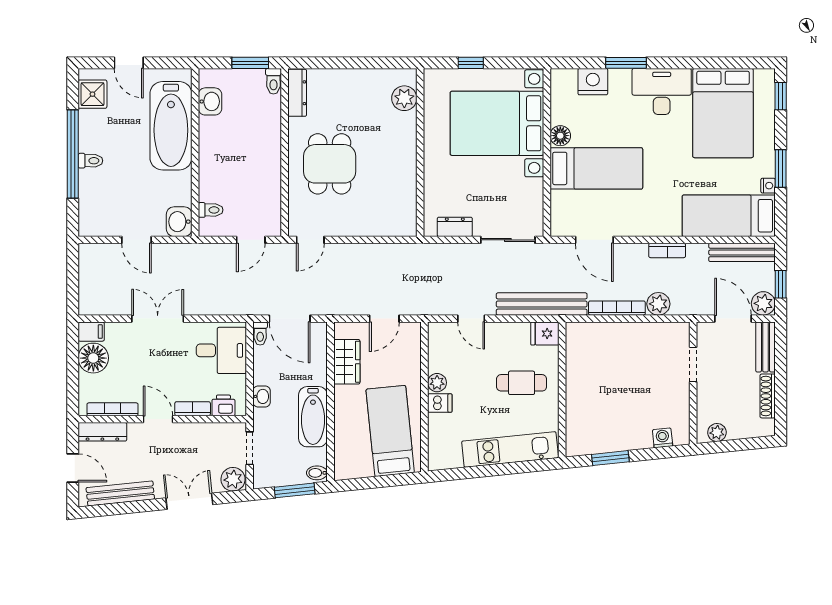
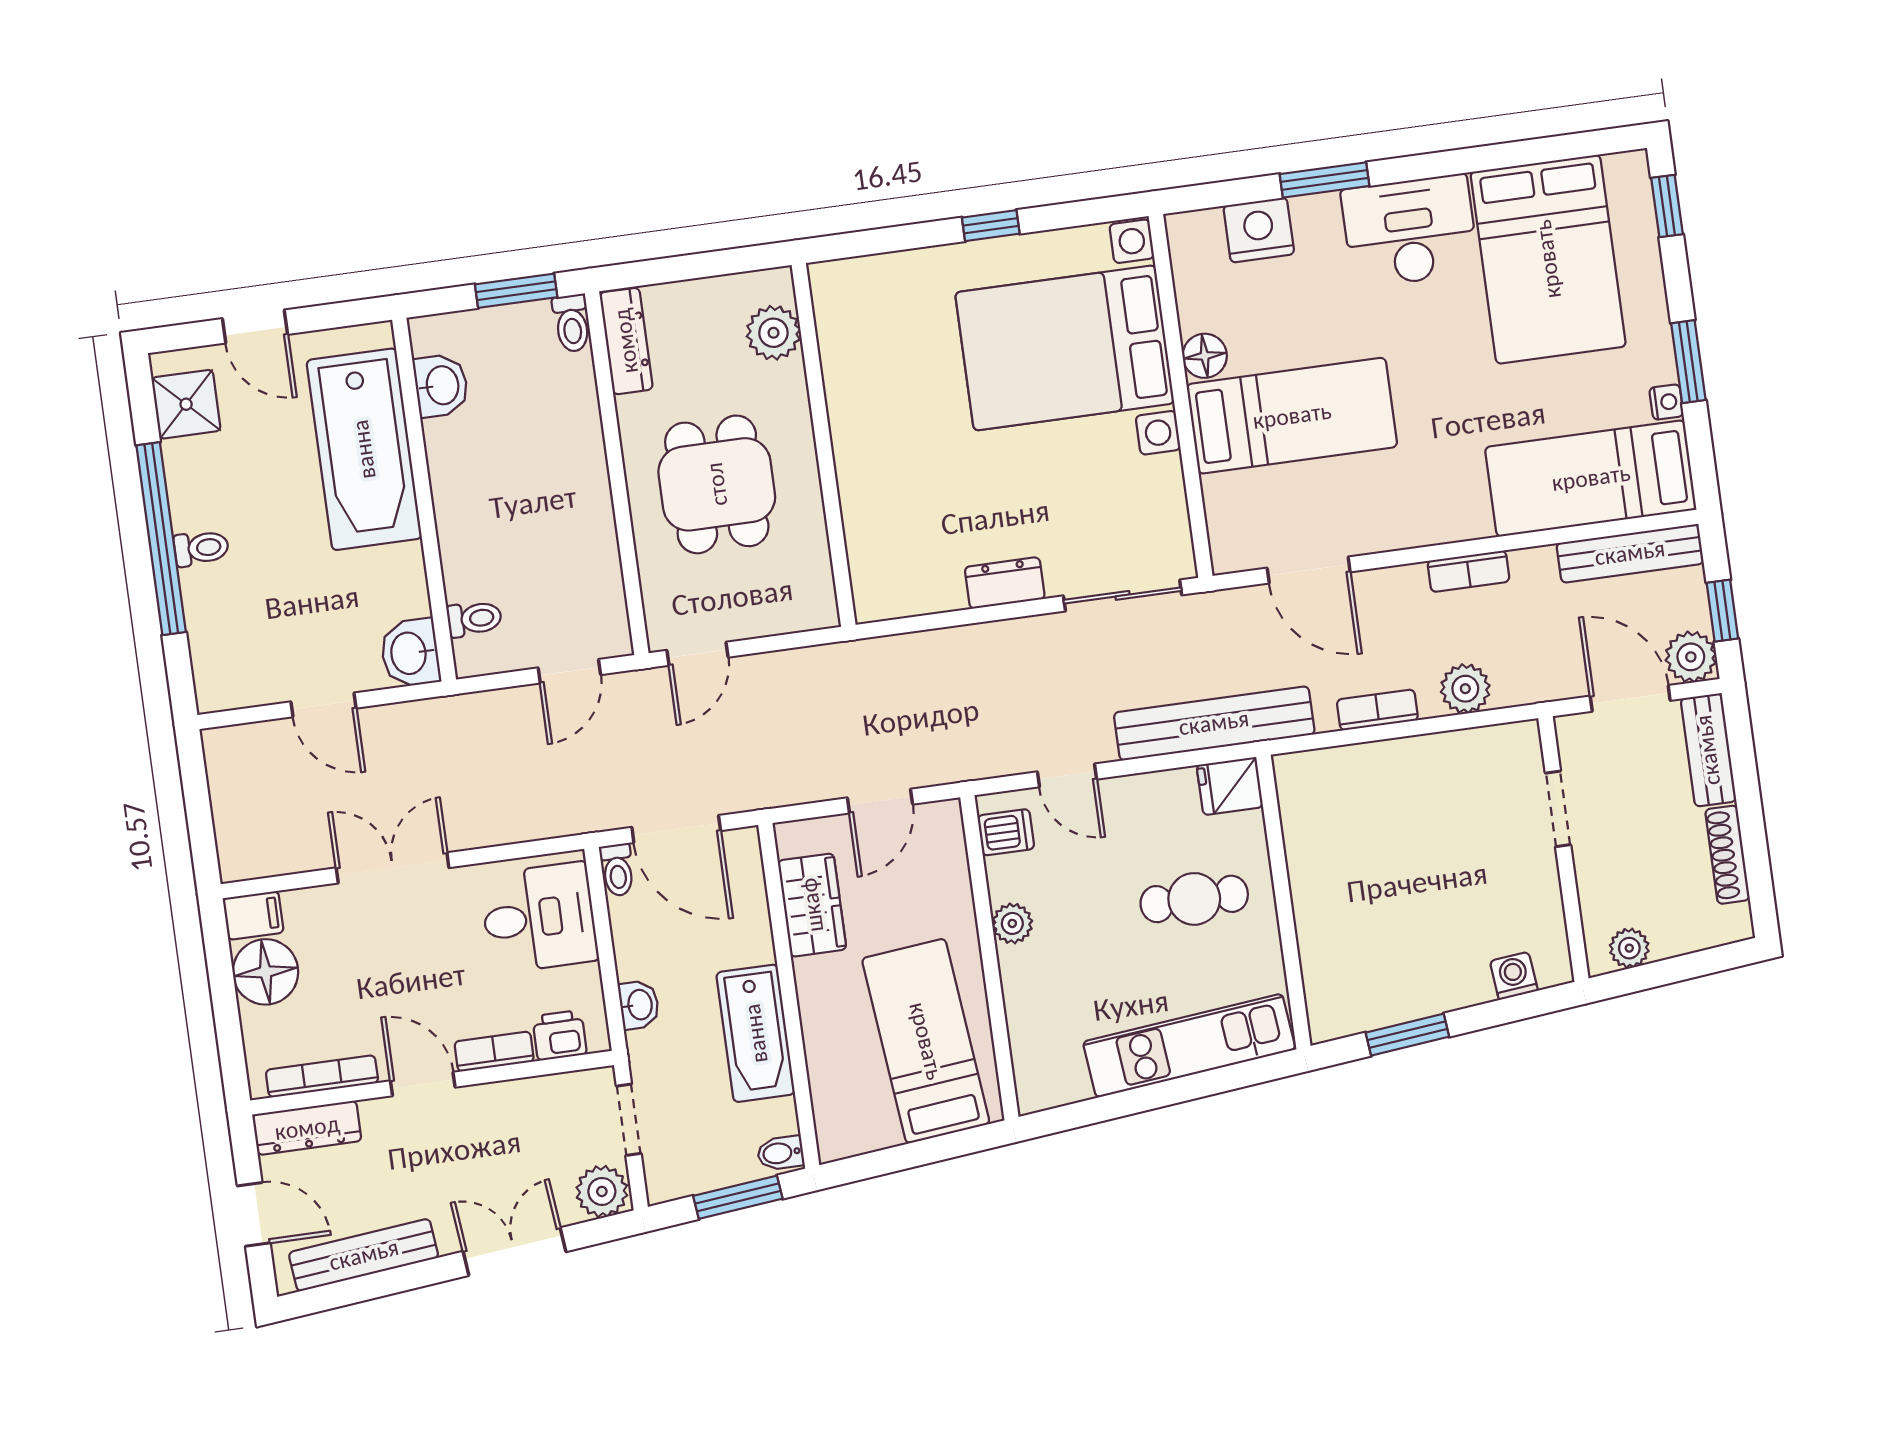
plant: (404, 98) -> (773, 333), moved
wall: (420, 153) -> (823, 445), moved
bookcase: (617, 308) -> (1377, 710), width x0.64
dishwasher: (440, 403) -> (1006, 832), moved

